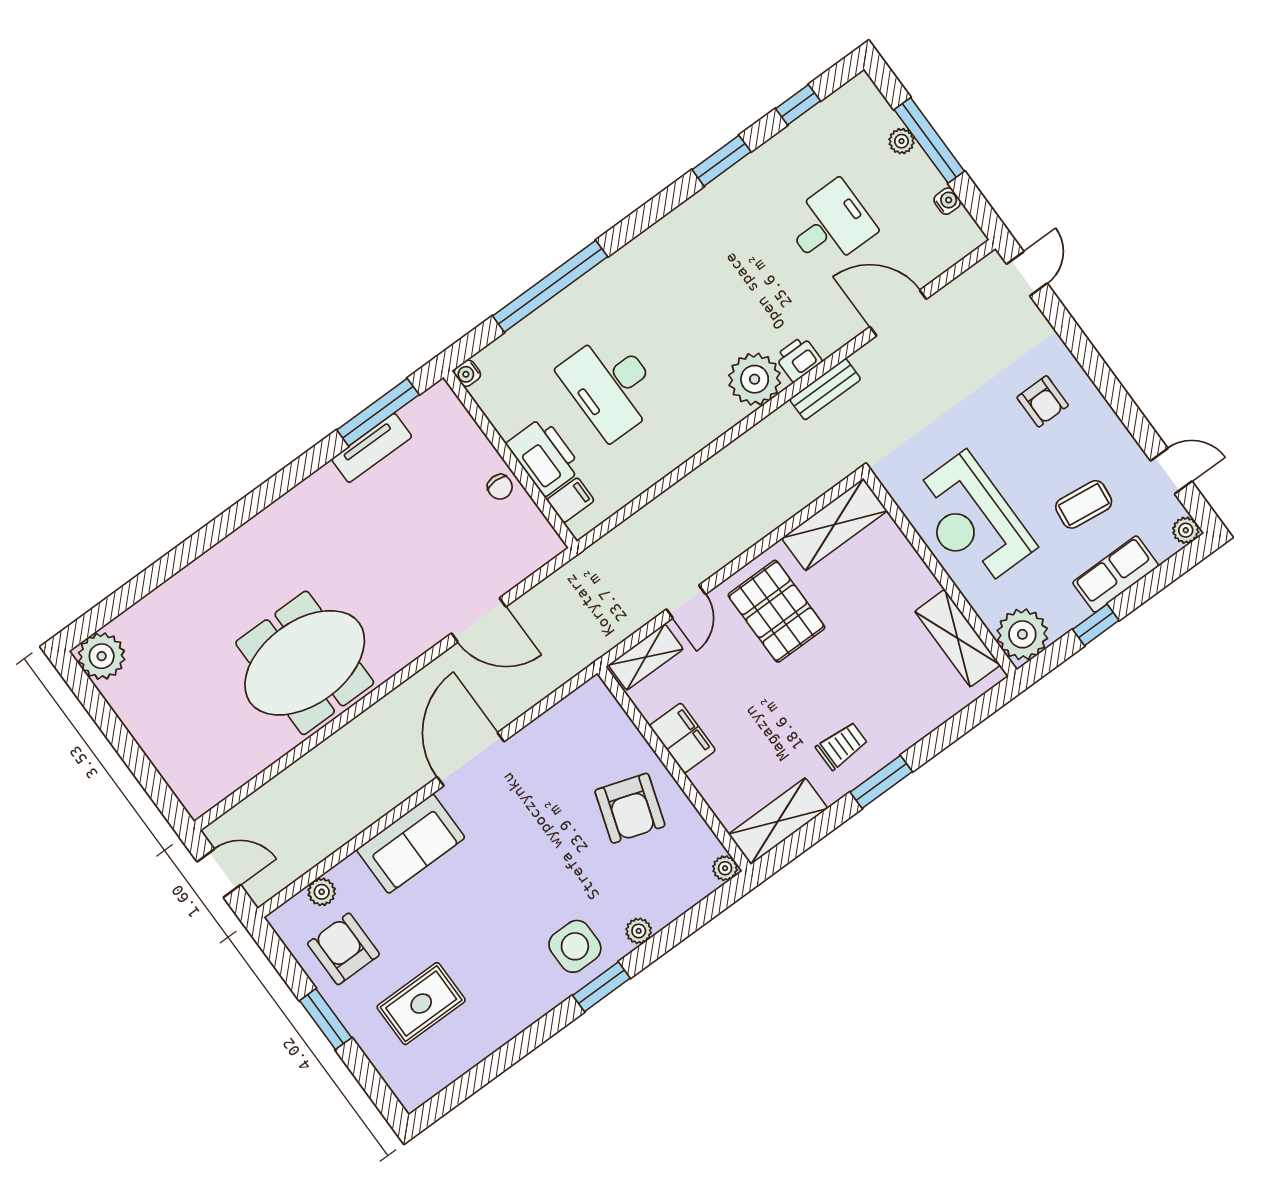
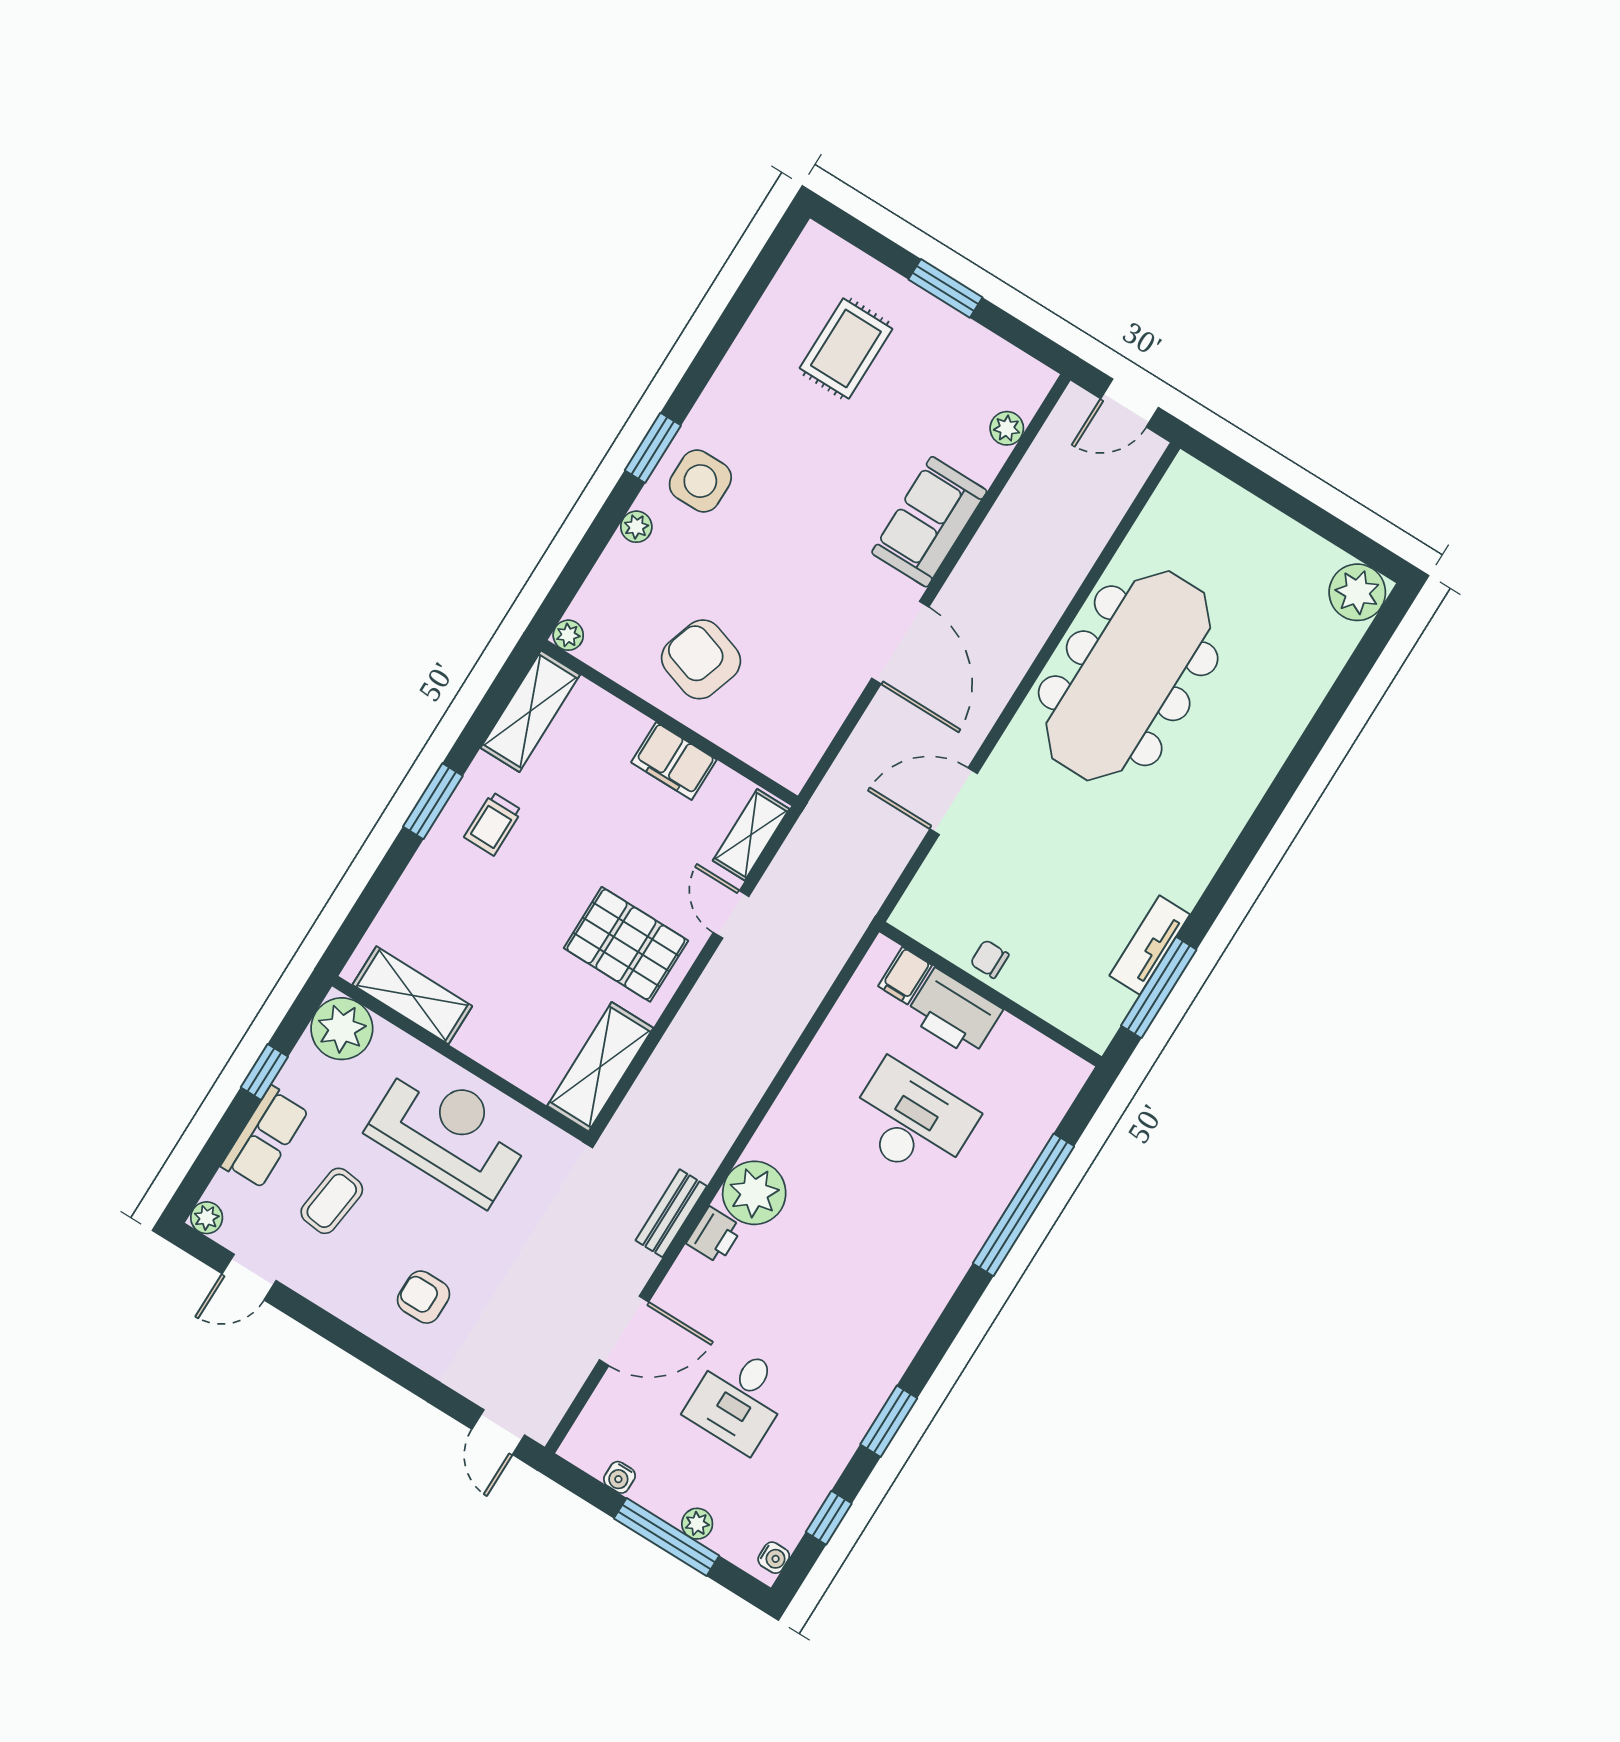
water cooler: (467, 373) -> (774, 1558), moved, turned 90
meeting table: (305, 663) -> (1128, 676), width x1.36
armchair: (343, 949) -> (957, 375), removed

